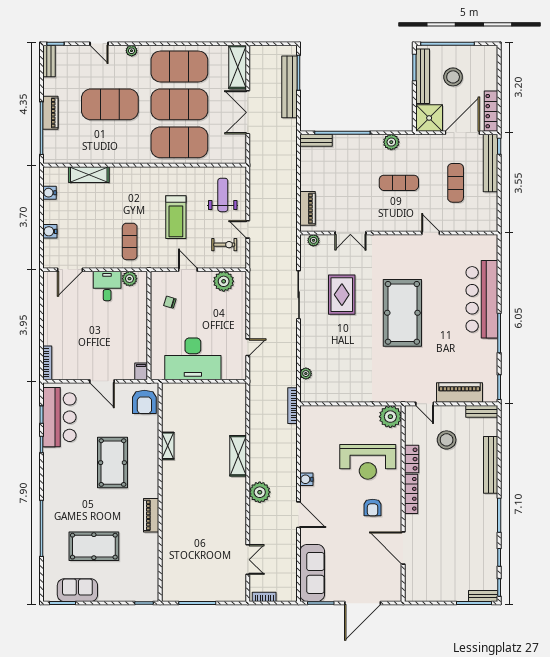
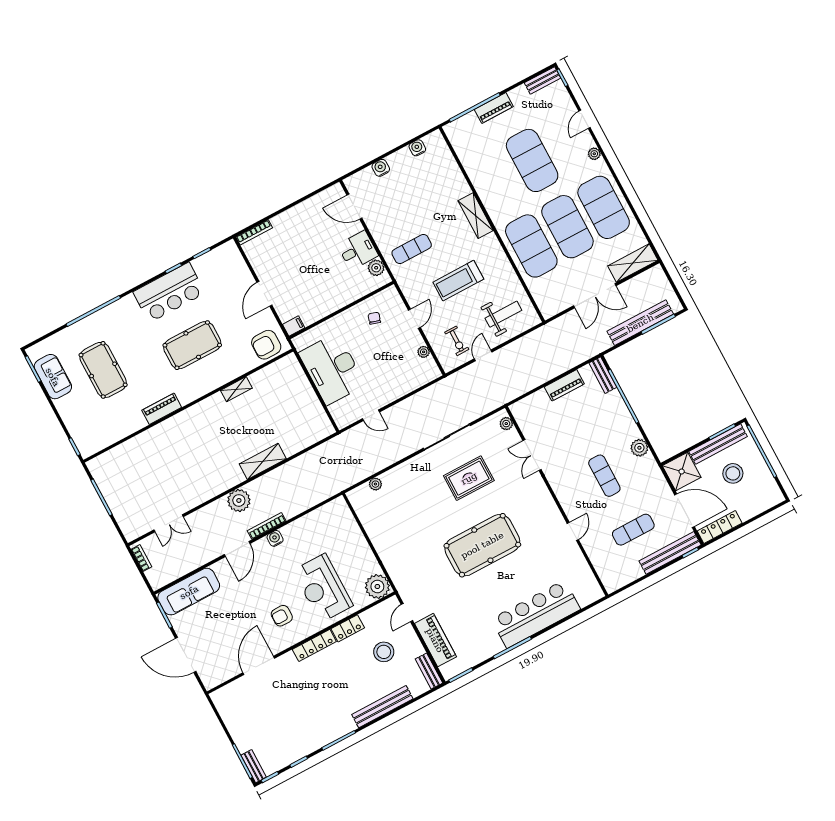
double door: (248, 112) -> (595, 296), swing flipped
shelving: (89, 175) -> (476, 216), moved
piano: (308, 208) -> (564, 385), moved
plant: (224, 281) -> (424, 352), width x0.53, depth x0.53
bookcase: (293, 406) -> (267, 526), moved
bar counter: (59, 417) -> (169, 292), moved

